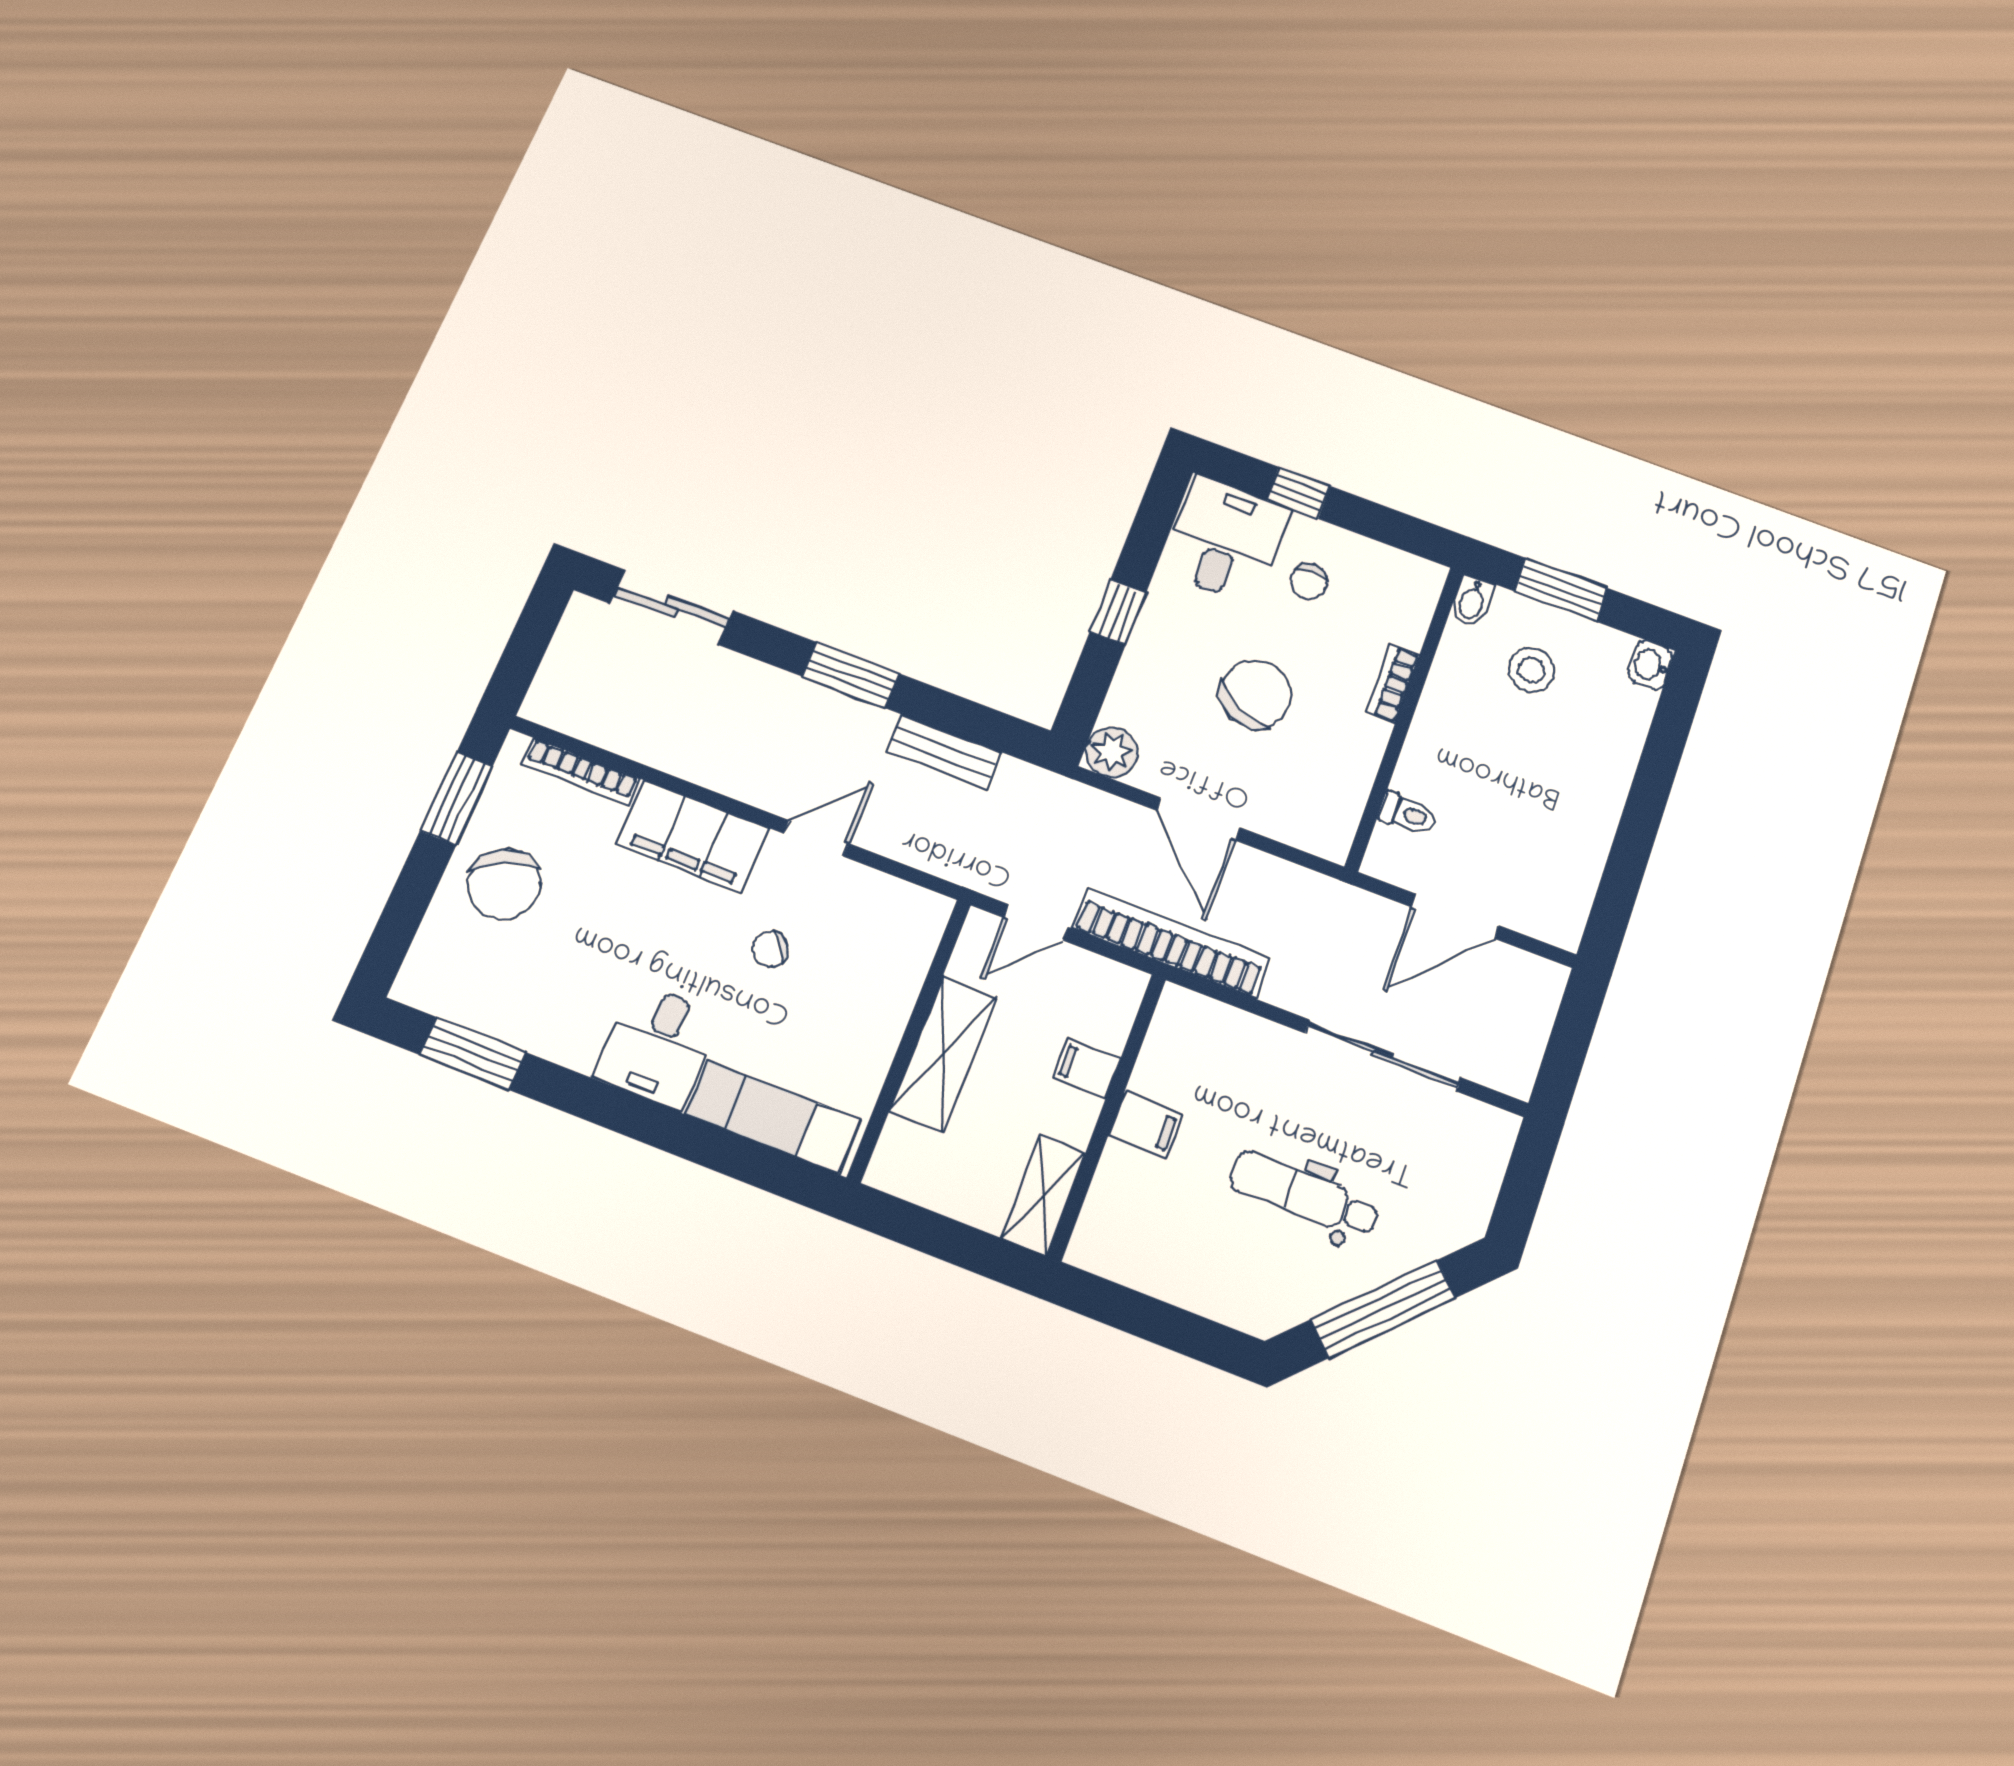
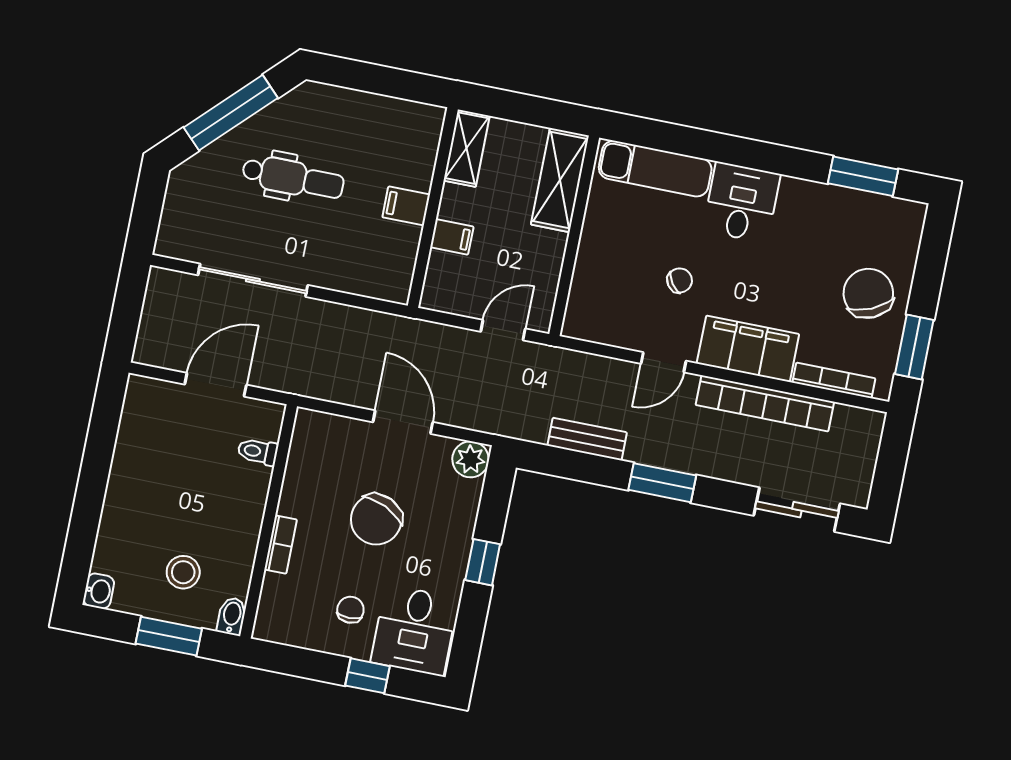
bookcase: (1171, 943) -> (765, 403), moved
shelving: (943, 1054) -> (560, 180), moved

